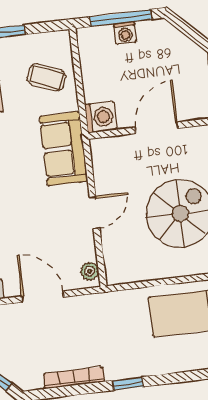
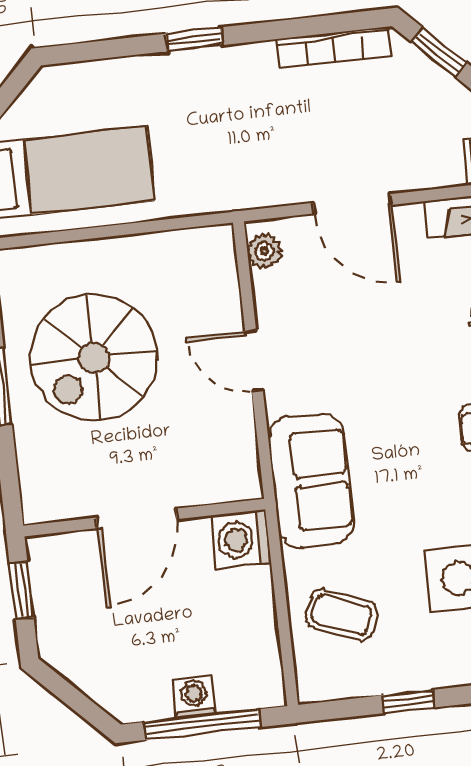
door: (95, 212) -> (254, 361), hinge flipped
bookcase: (74, 378) -> (334, 47), moved

